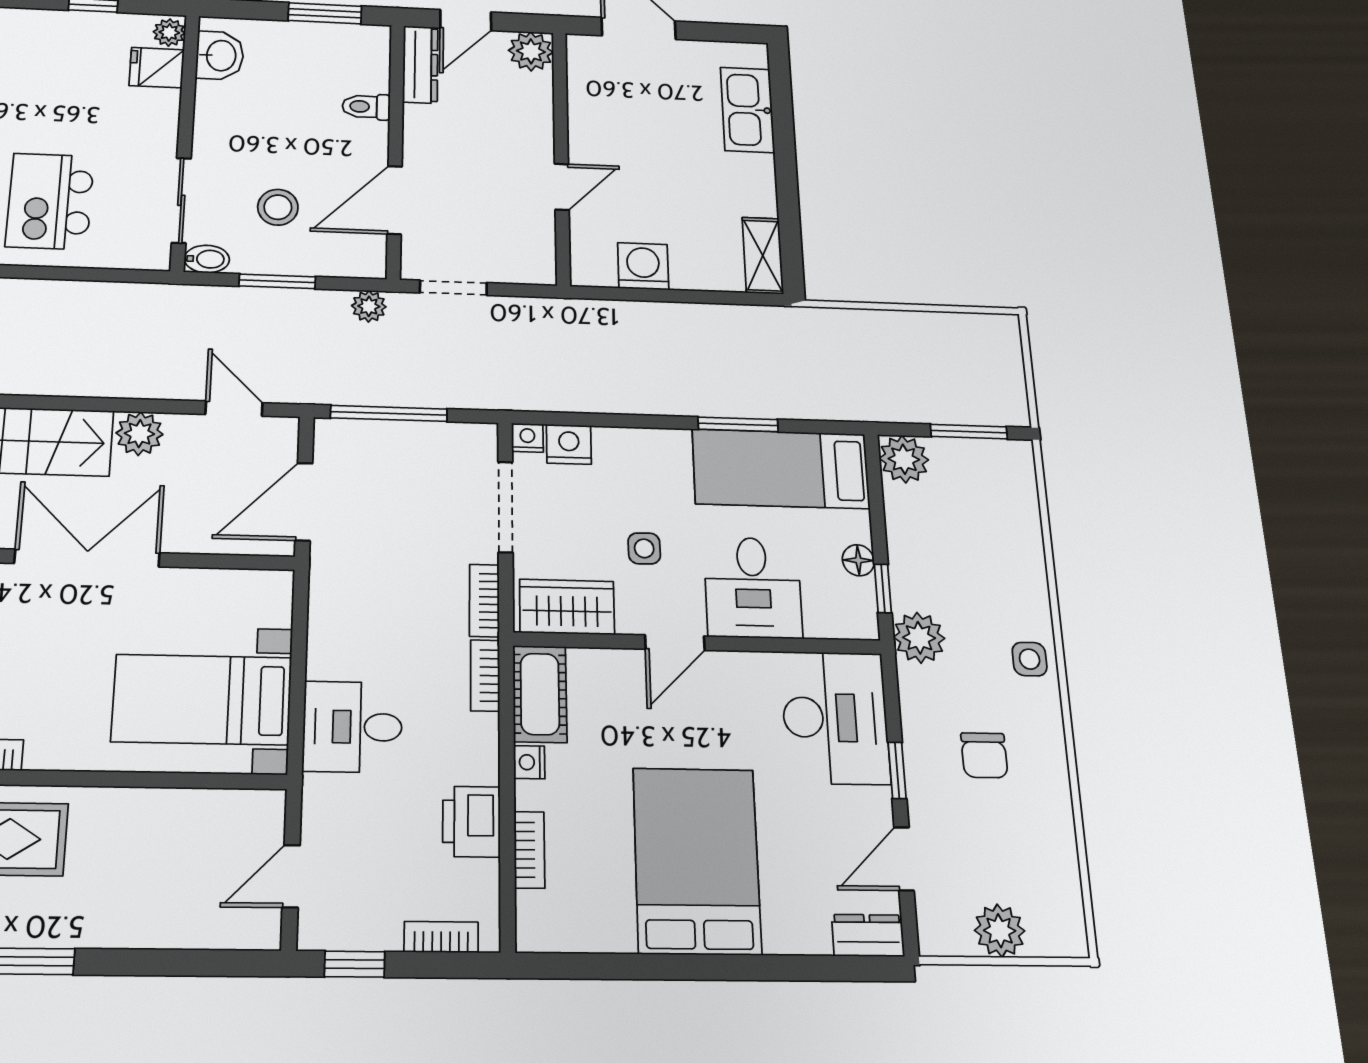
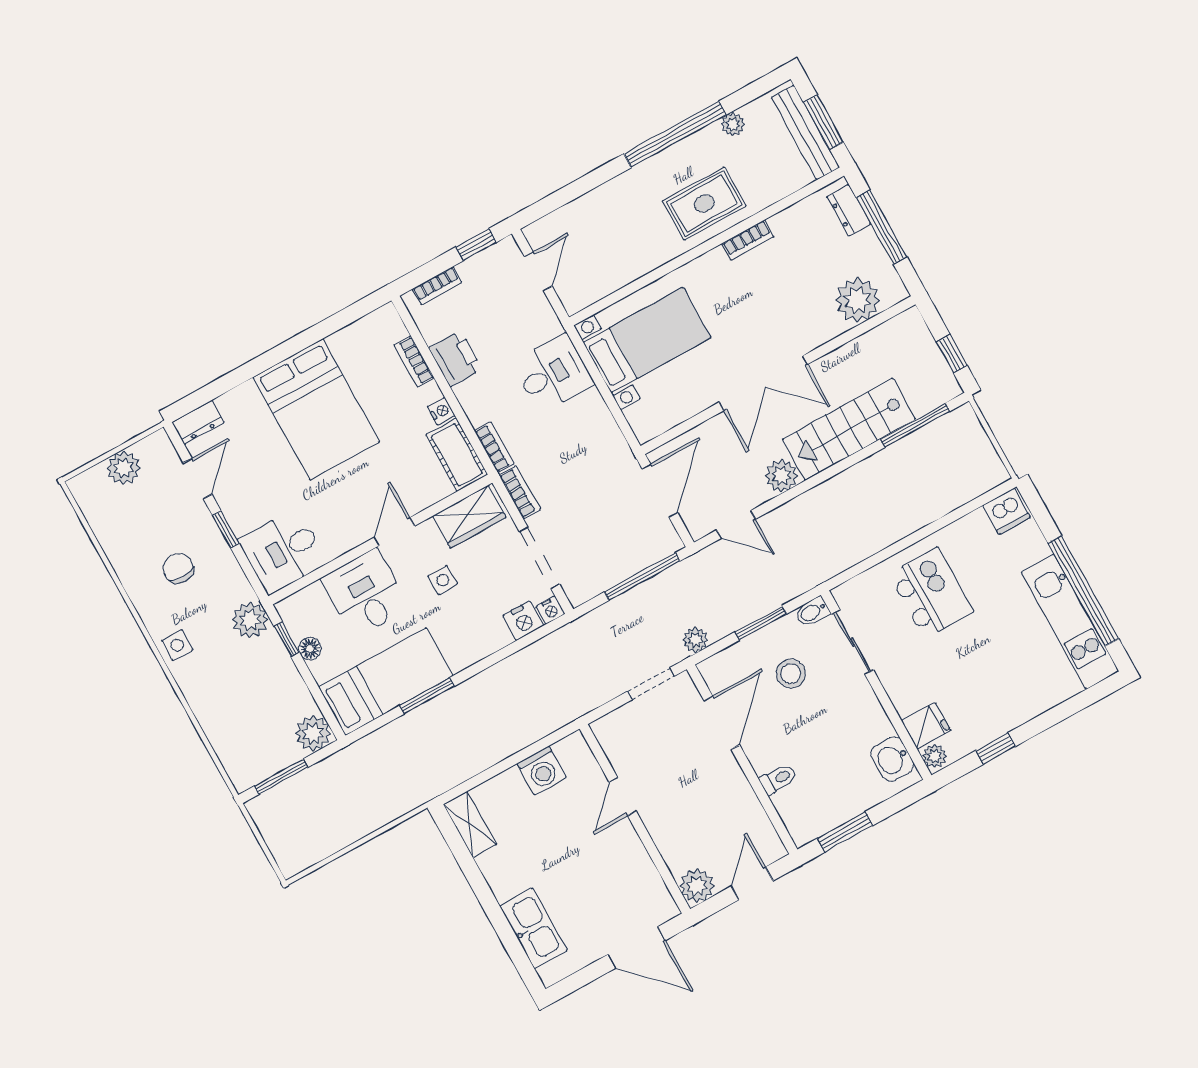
dresser: (420, 65) -> (762, 831), removed
desk: (835, 718) -> (283, 551), width x0.73

